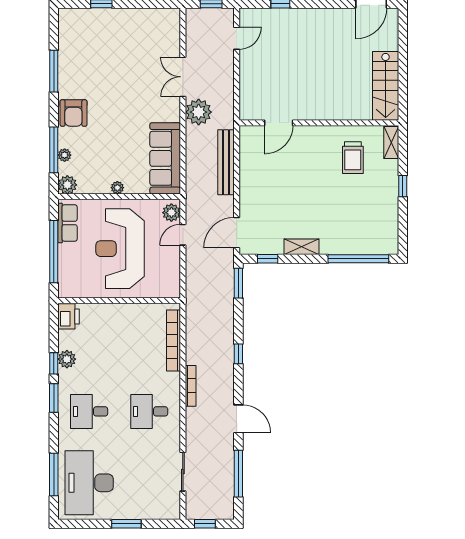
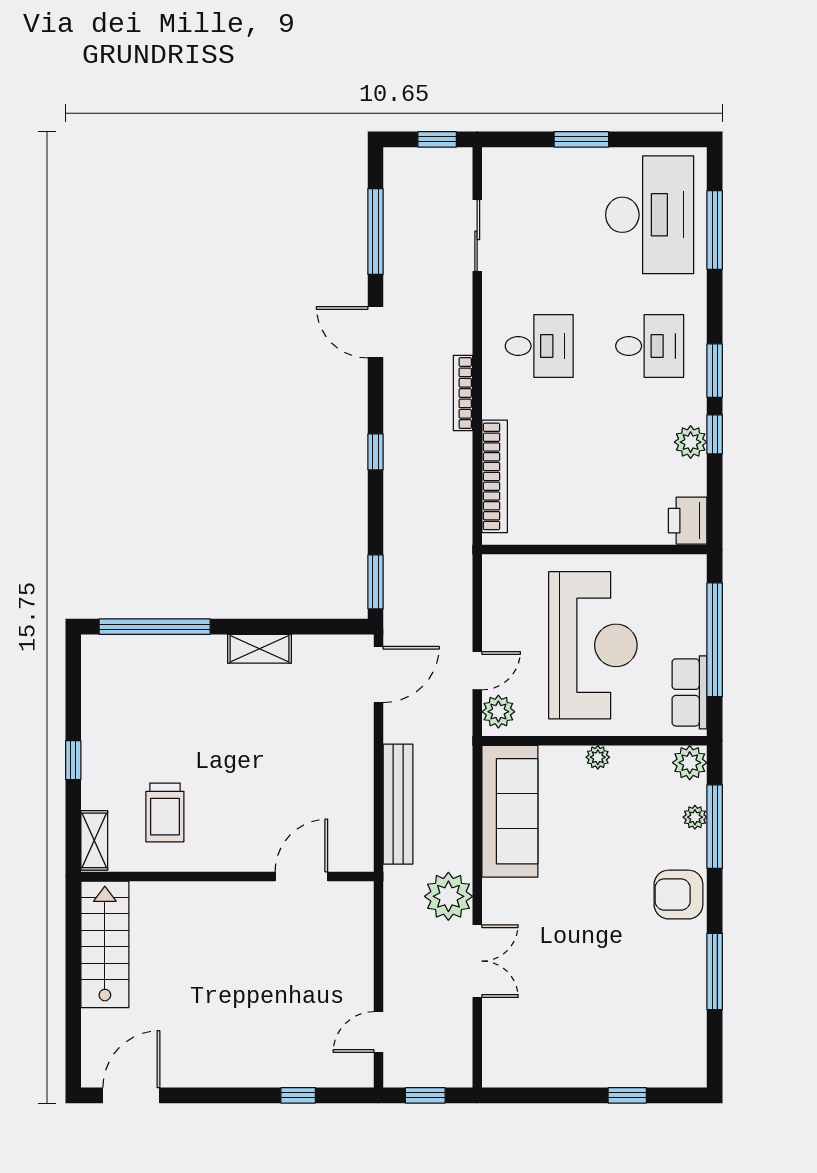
armchair: (73, 113) -> (678, 895), turned -90
trolley: (353, 158) -> (165, 812), turned 180
window: (268, 259) -> (322, 627), removed

